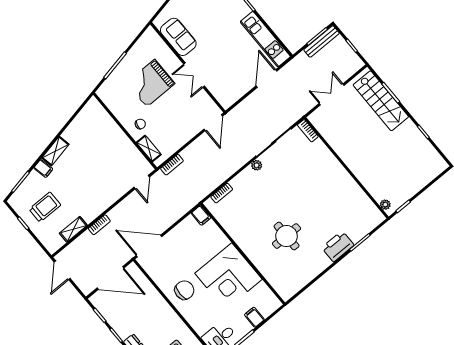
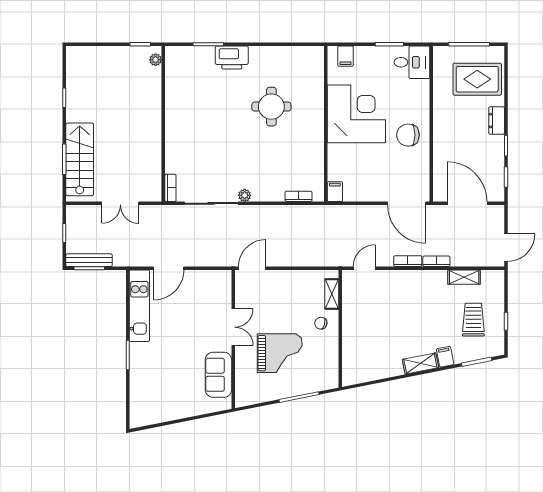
bookcase: (172, 165) -> (408, 261), moved
trolley: (45, 207) -> (473, 320), turned 90
filing cabinet: (254, 317) -> (345, 56), moved

